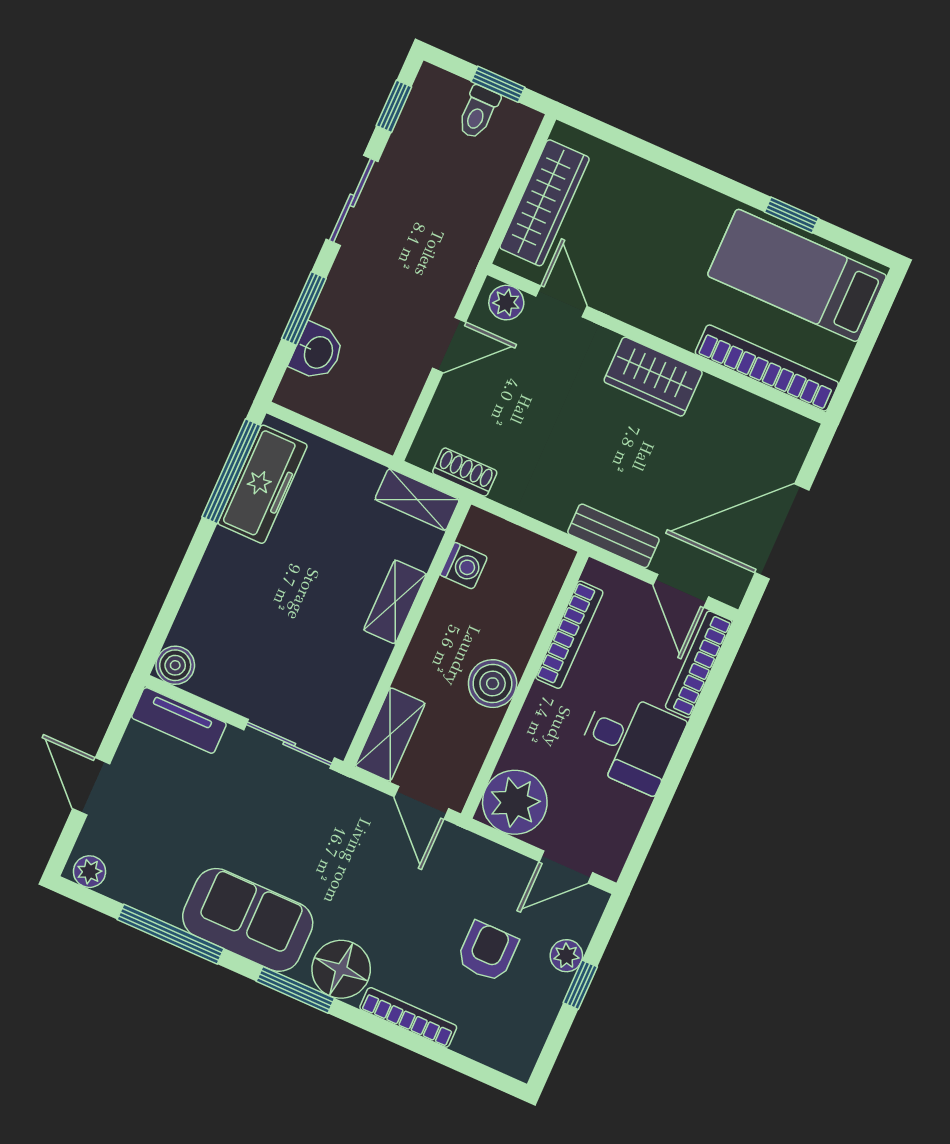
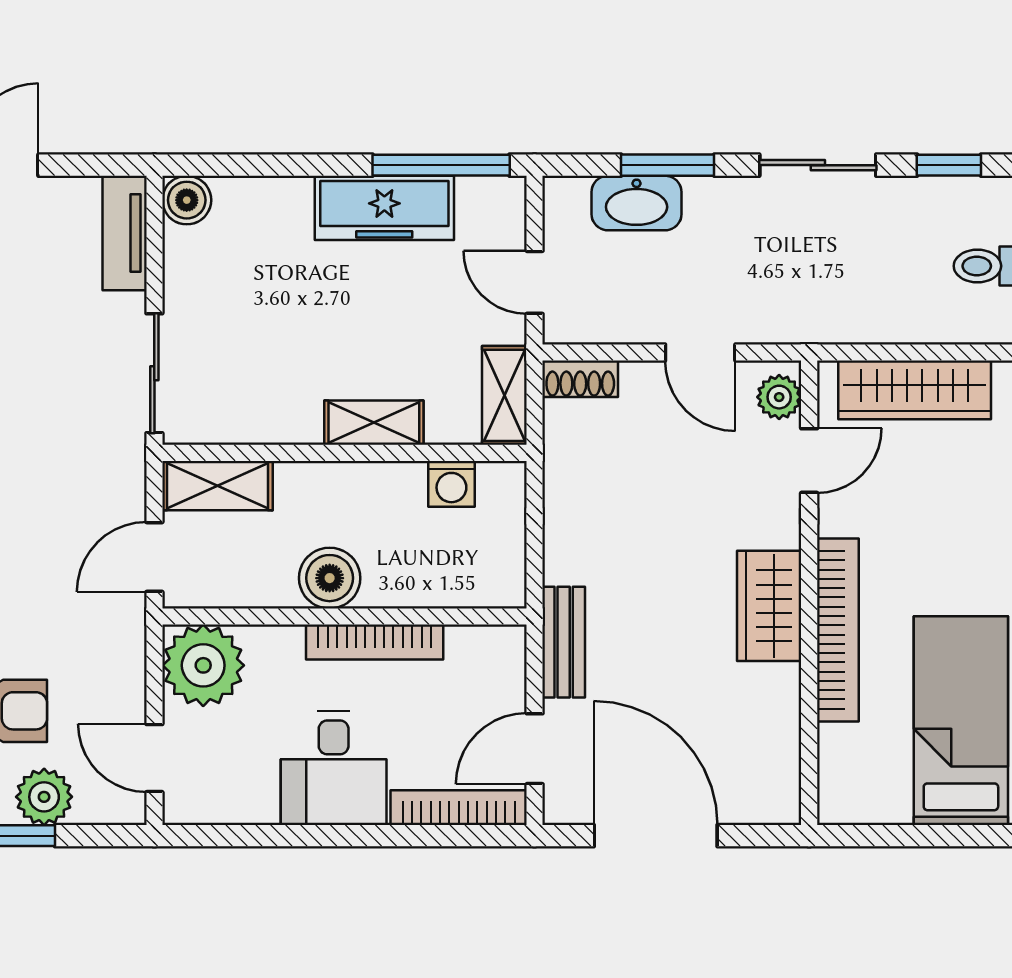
washbasin: (317, 352) -> (637, 203), width x1.38
bookcase: (767, 368) -> (838, 630), moved
door: (346, 442) -> (535, 282), added
shoe rack: (465, 472) -> (580, 379), moved, turned 90
freezer: (263, 484) -> (384, 208), moved
bookcase: (569, 635) -> (375, 642), moved
plant: (566, 956) -> (44, 797), width x1.38, depth x1.38

